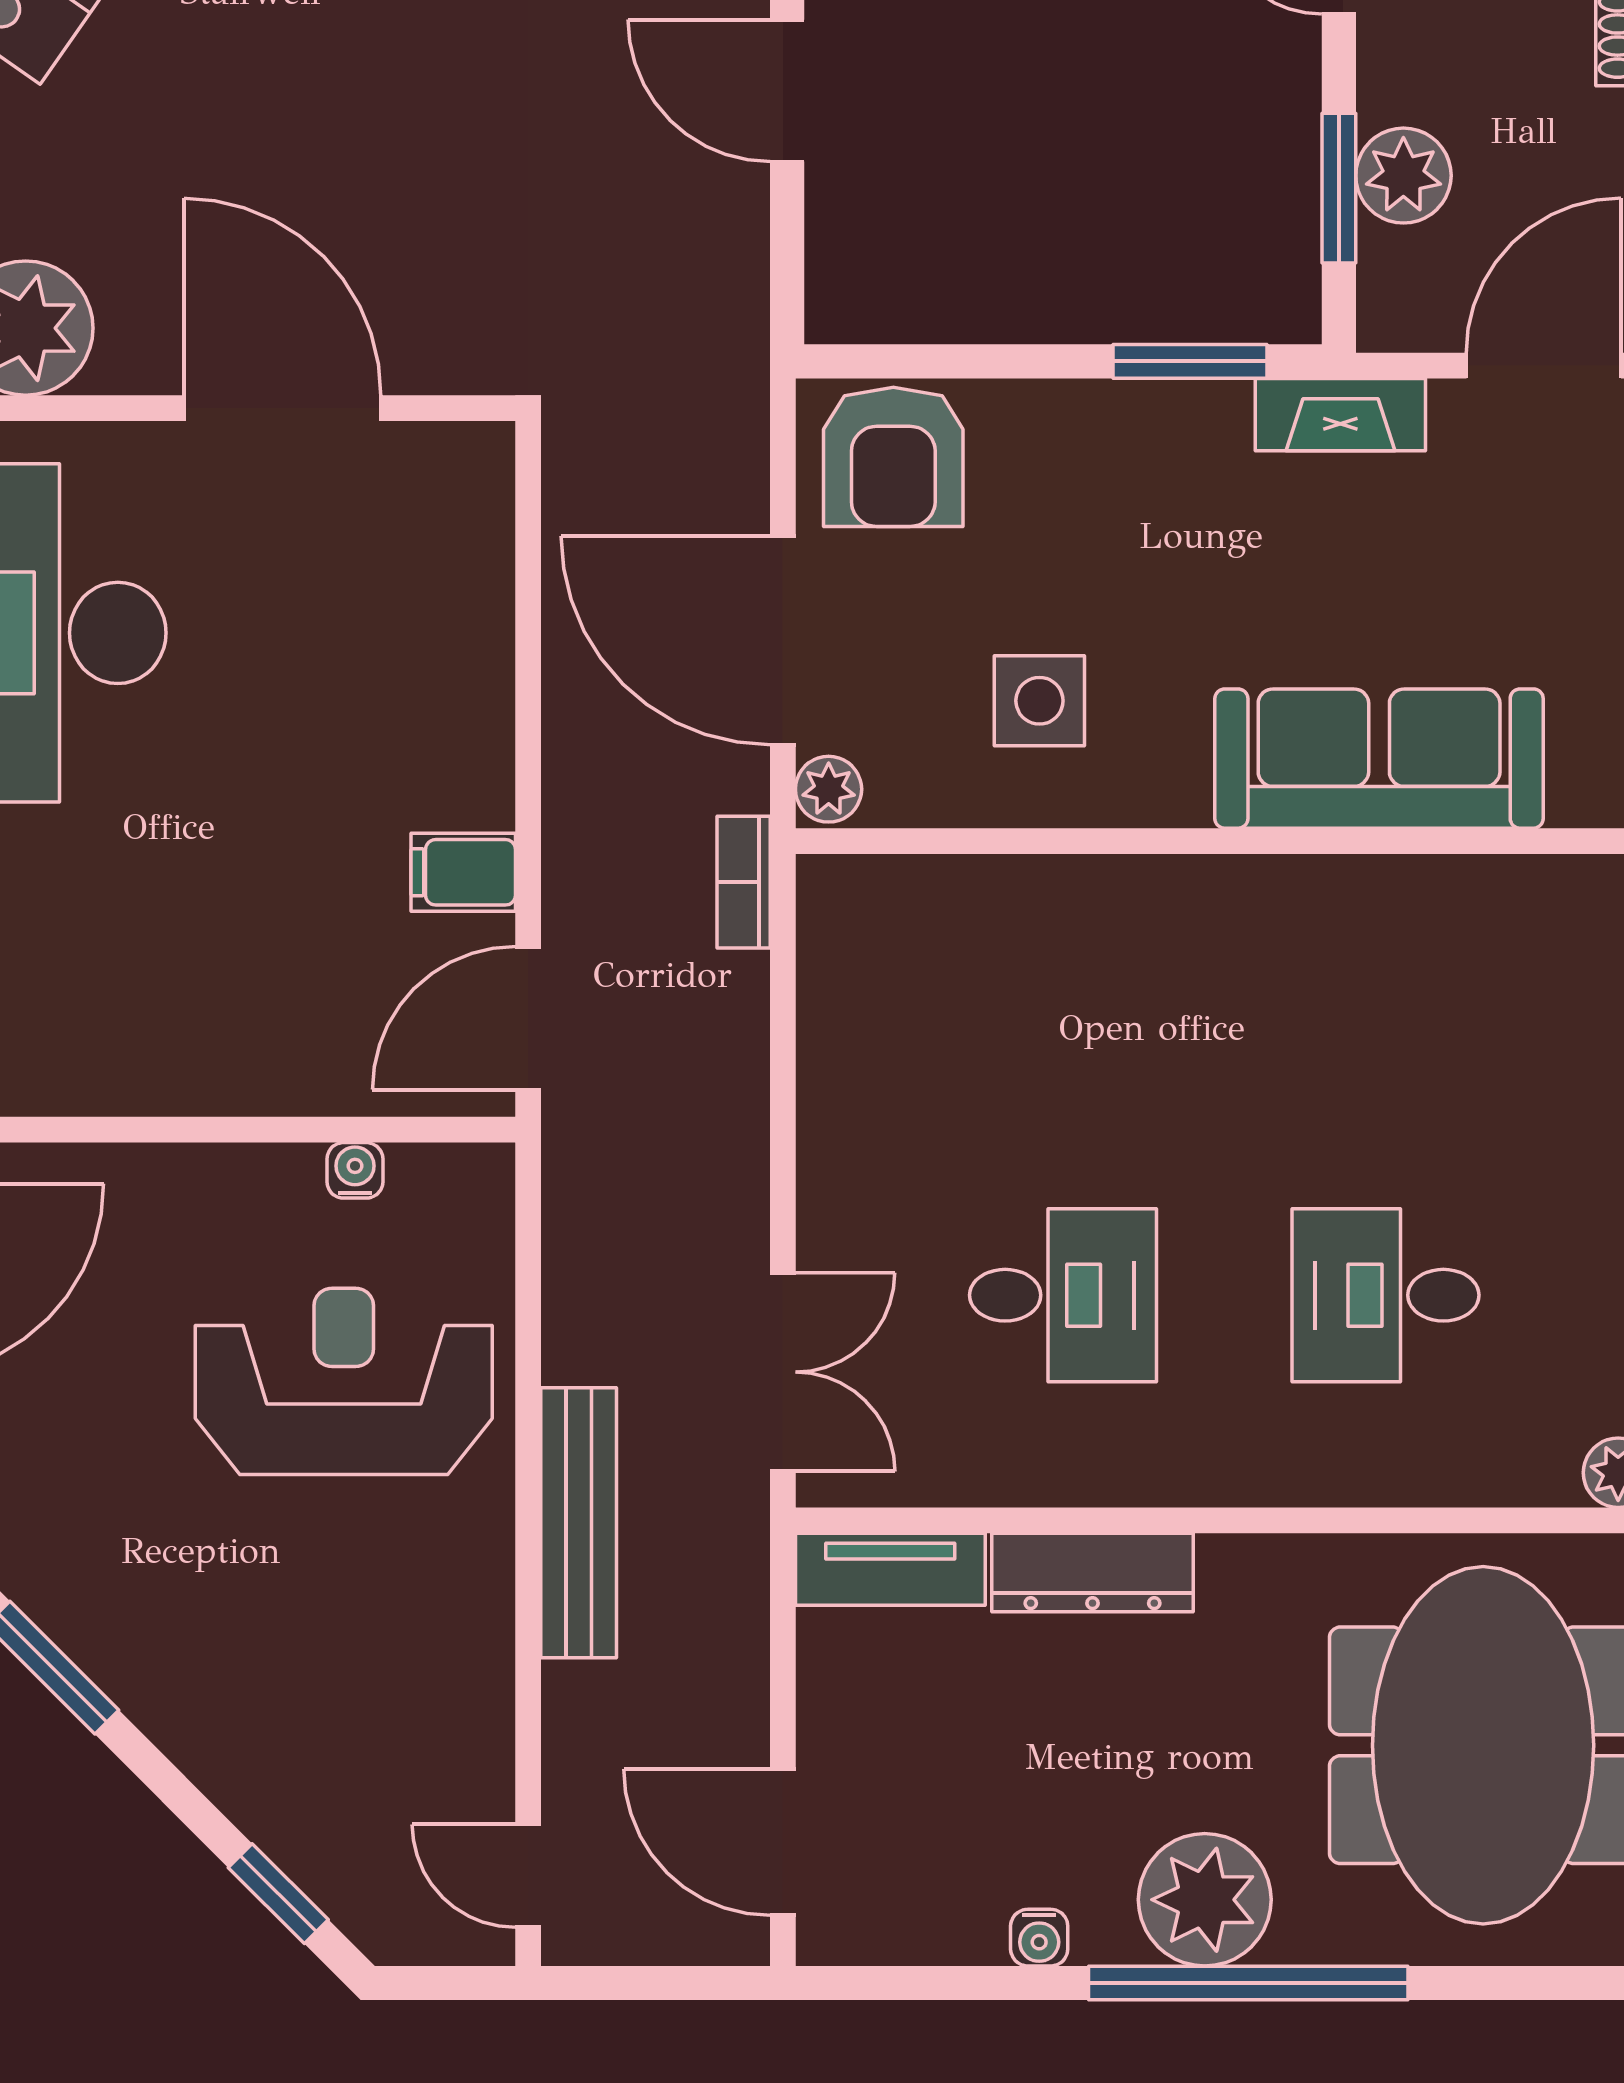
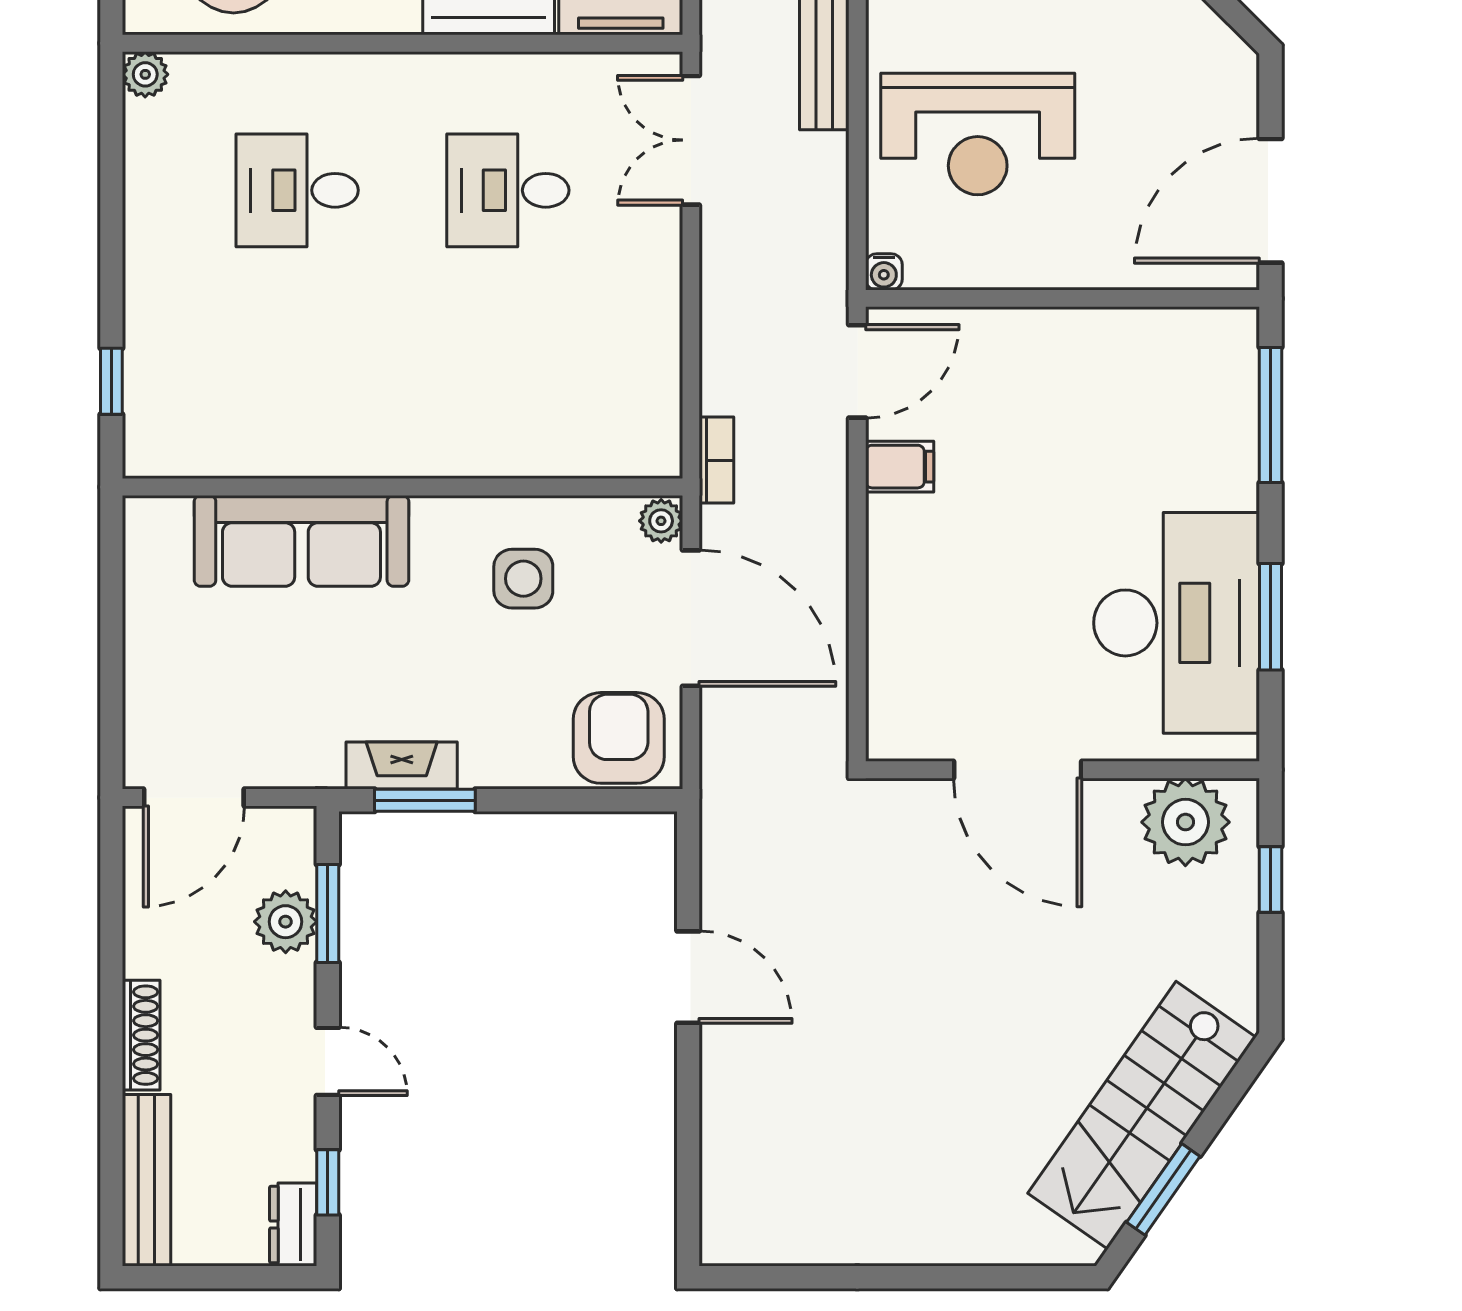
fireplace: (1340, 415) -> (402, 766), moved
water cooler: (355, 1170) -> (884, 272), moved
desk: (1386, 1295) -> (297, 190), turned 180

